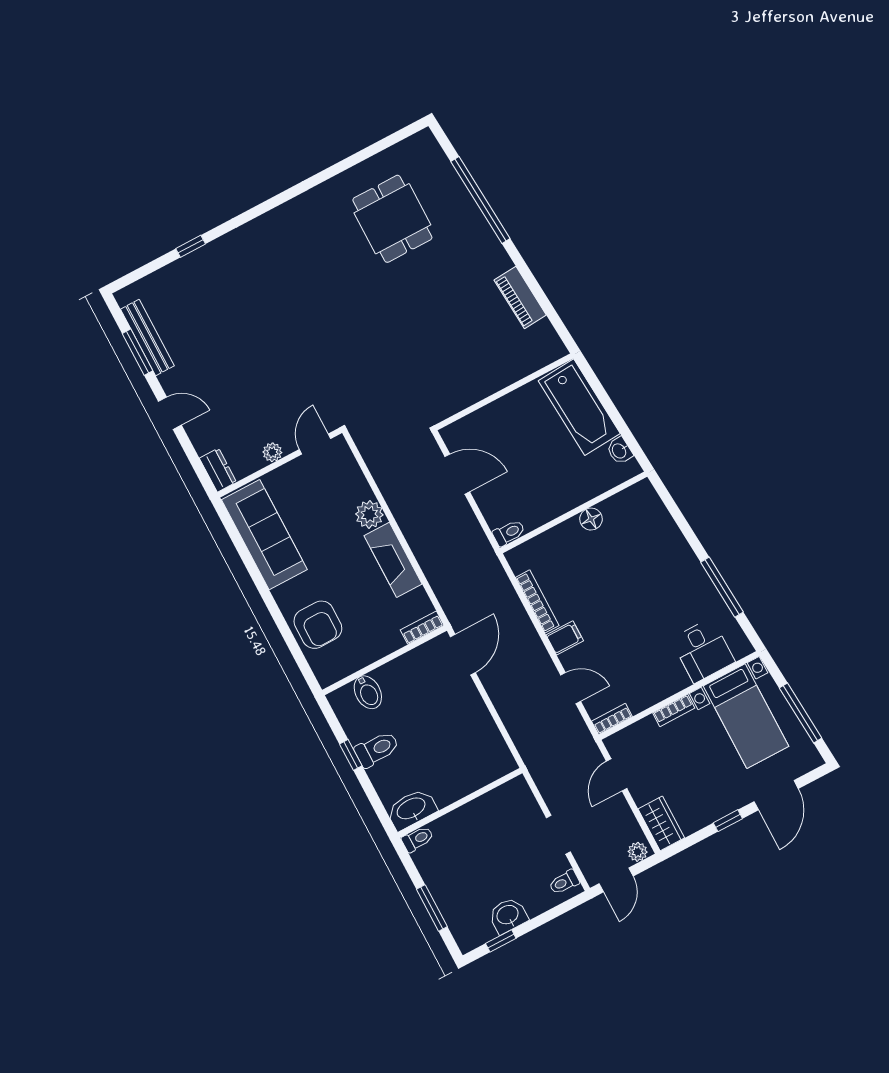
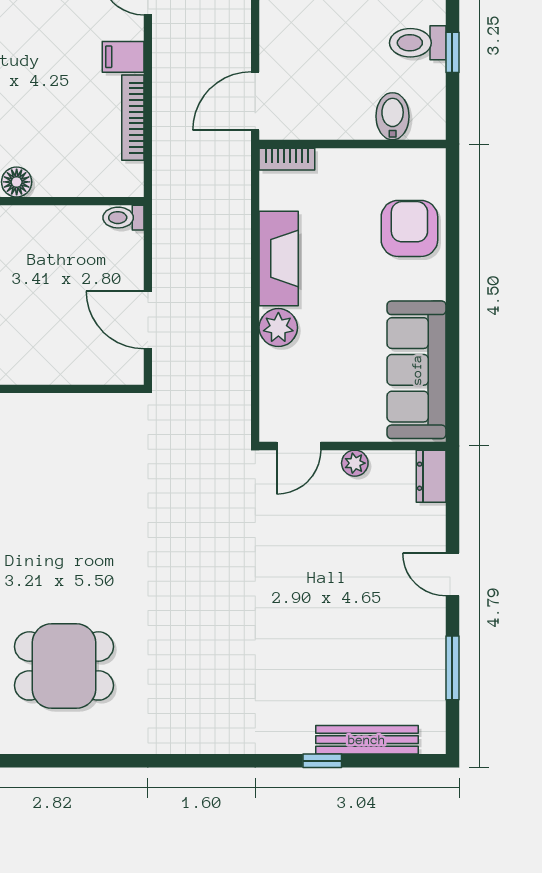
dining table: (392, 219) -> (64, 666), turned 90
bench: (147, 337) -> (367, 740), moved, turned 90

